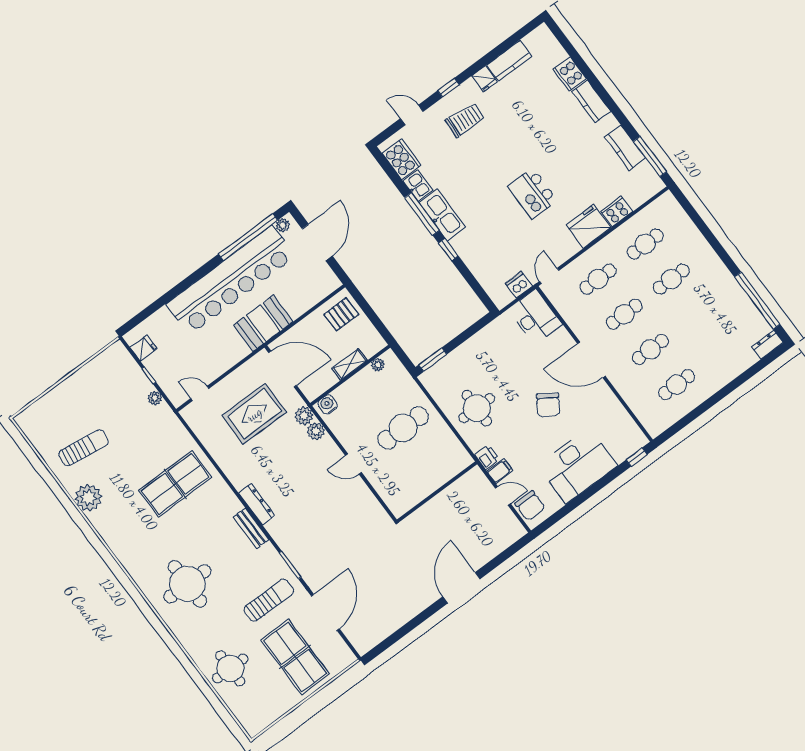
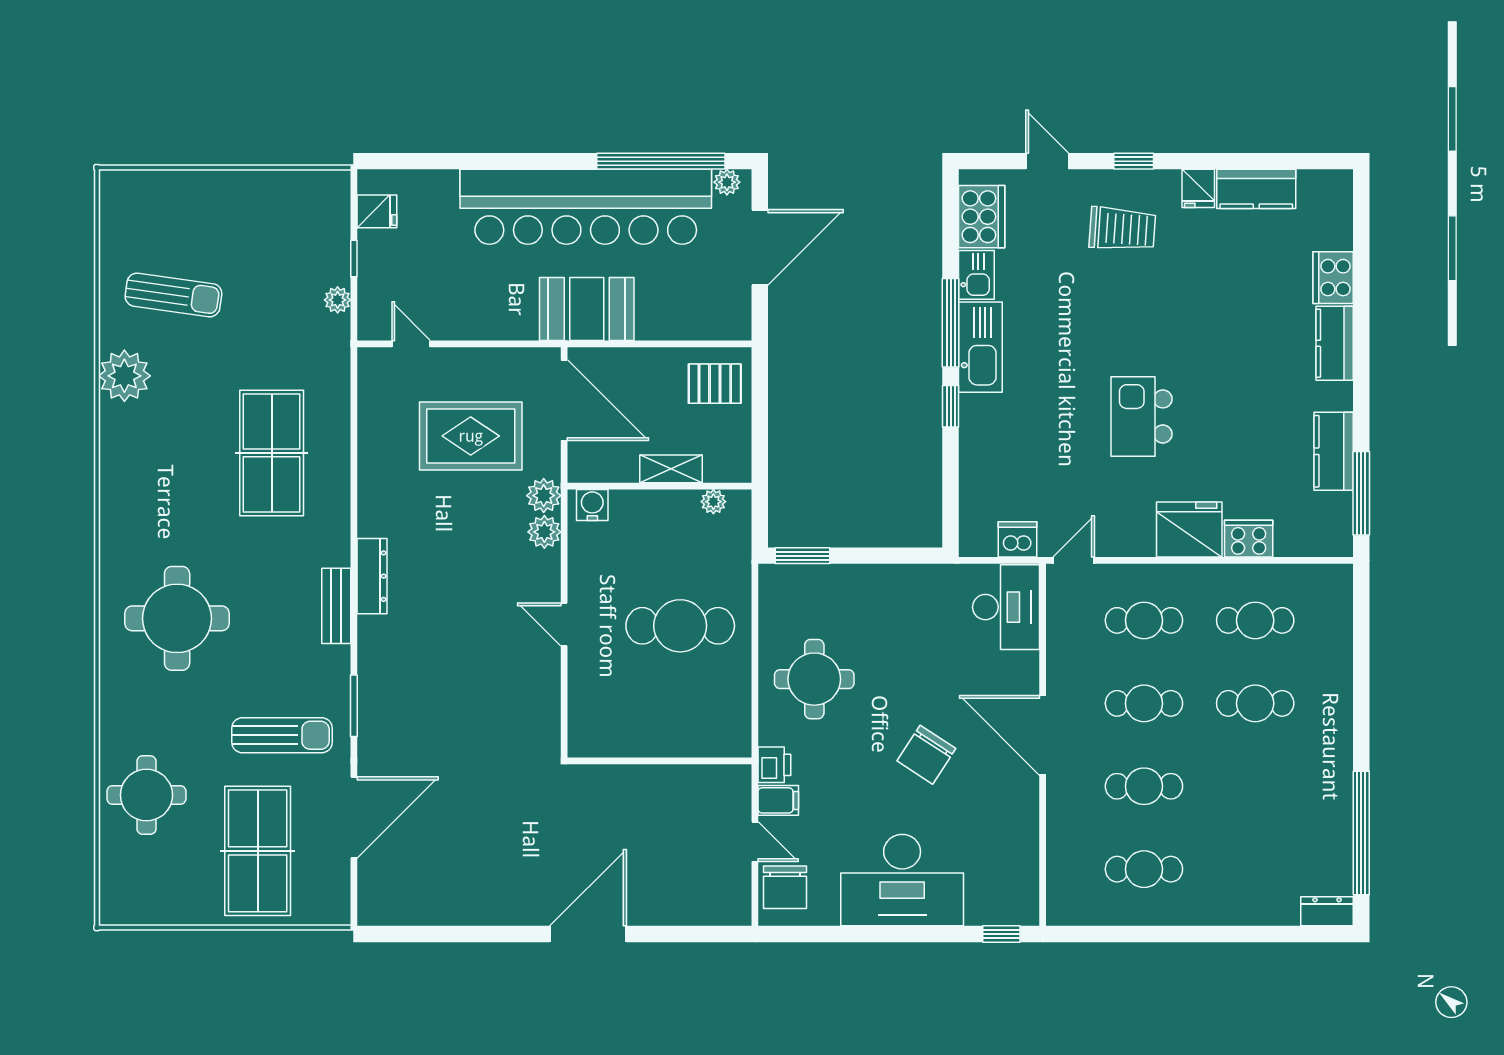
table tennis table: (175, 484) -> (272, 453), turned 90

